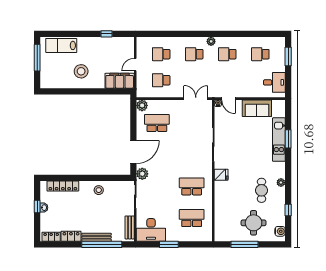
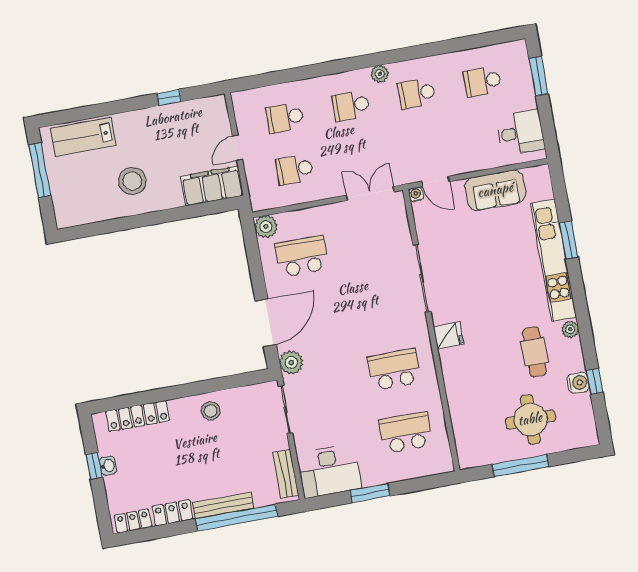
kitchen unit: (279, 140) -> (553, 260), width x1.36
water cooler: (280, 231) -> (578, 383), moved

